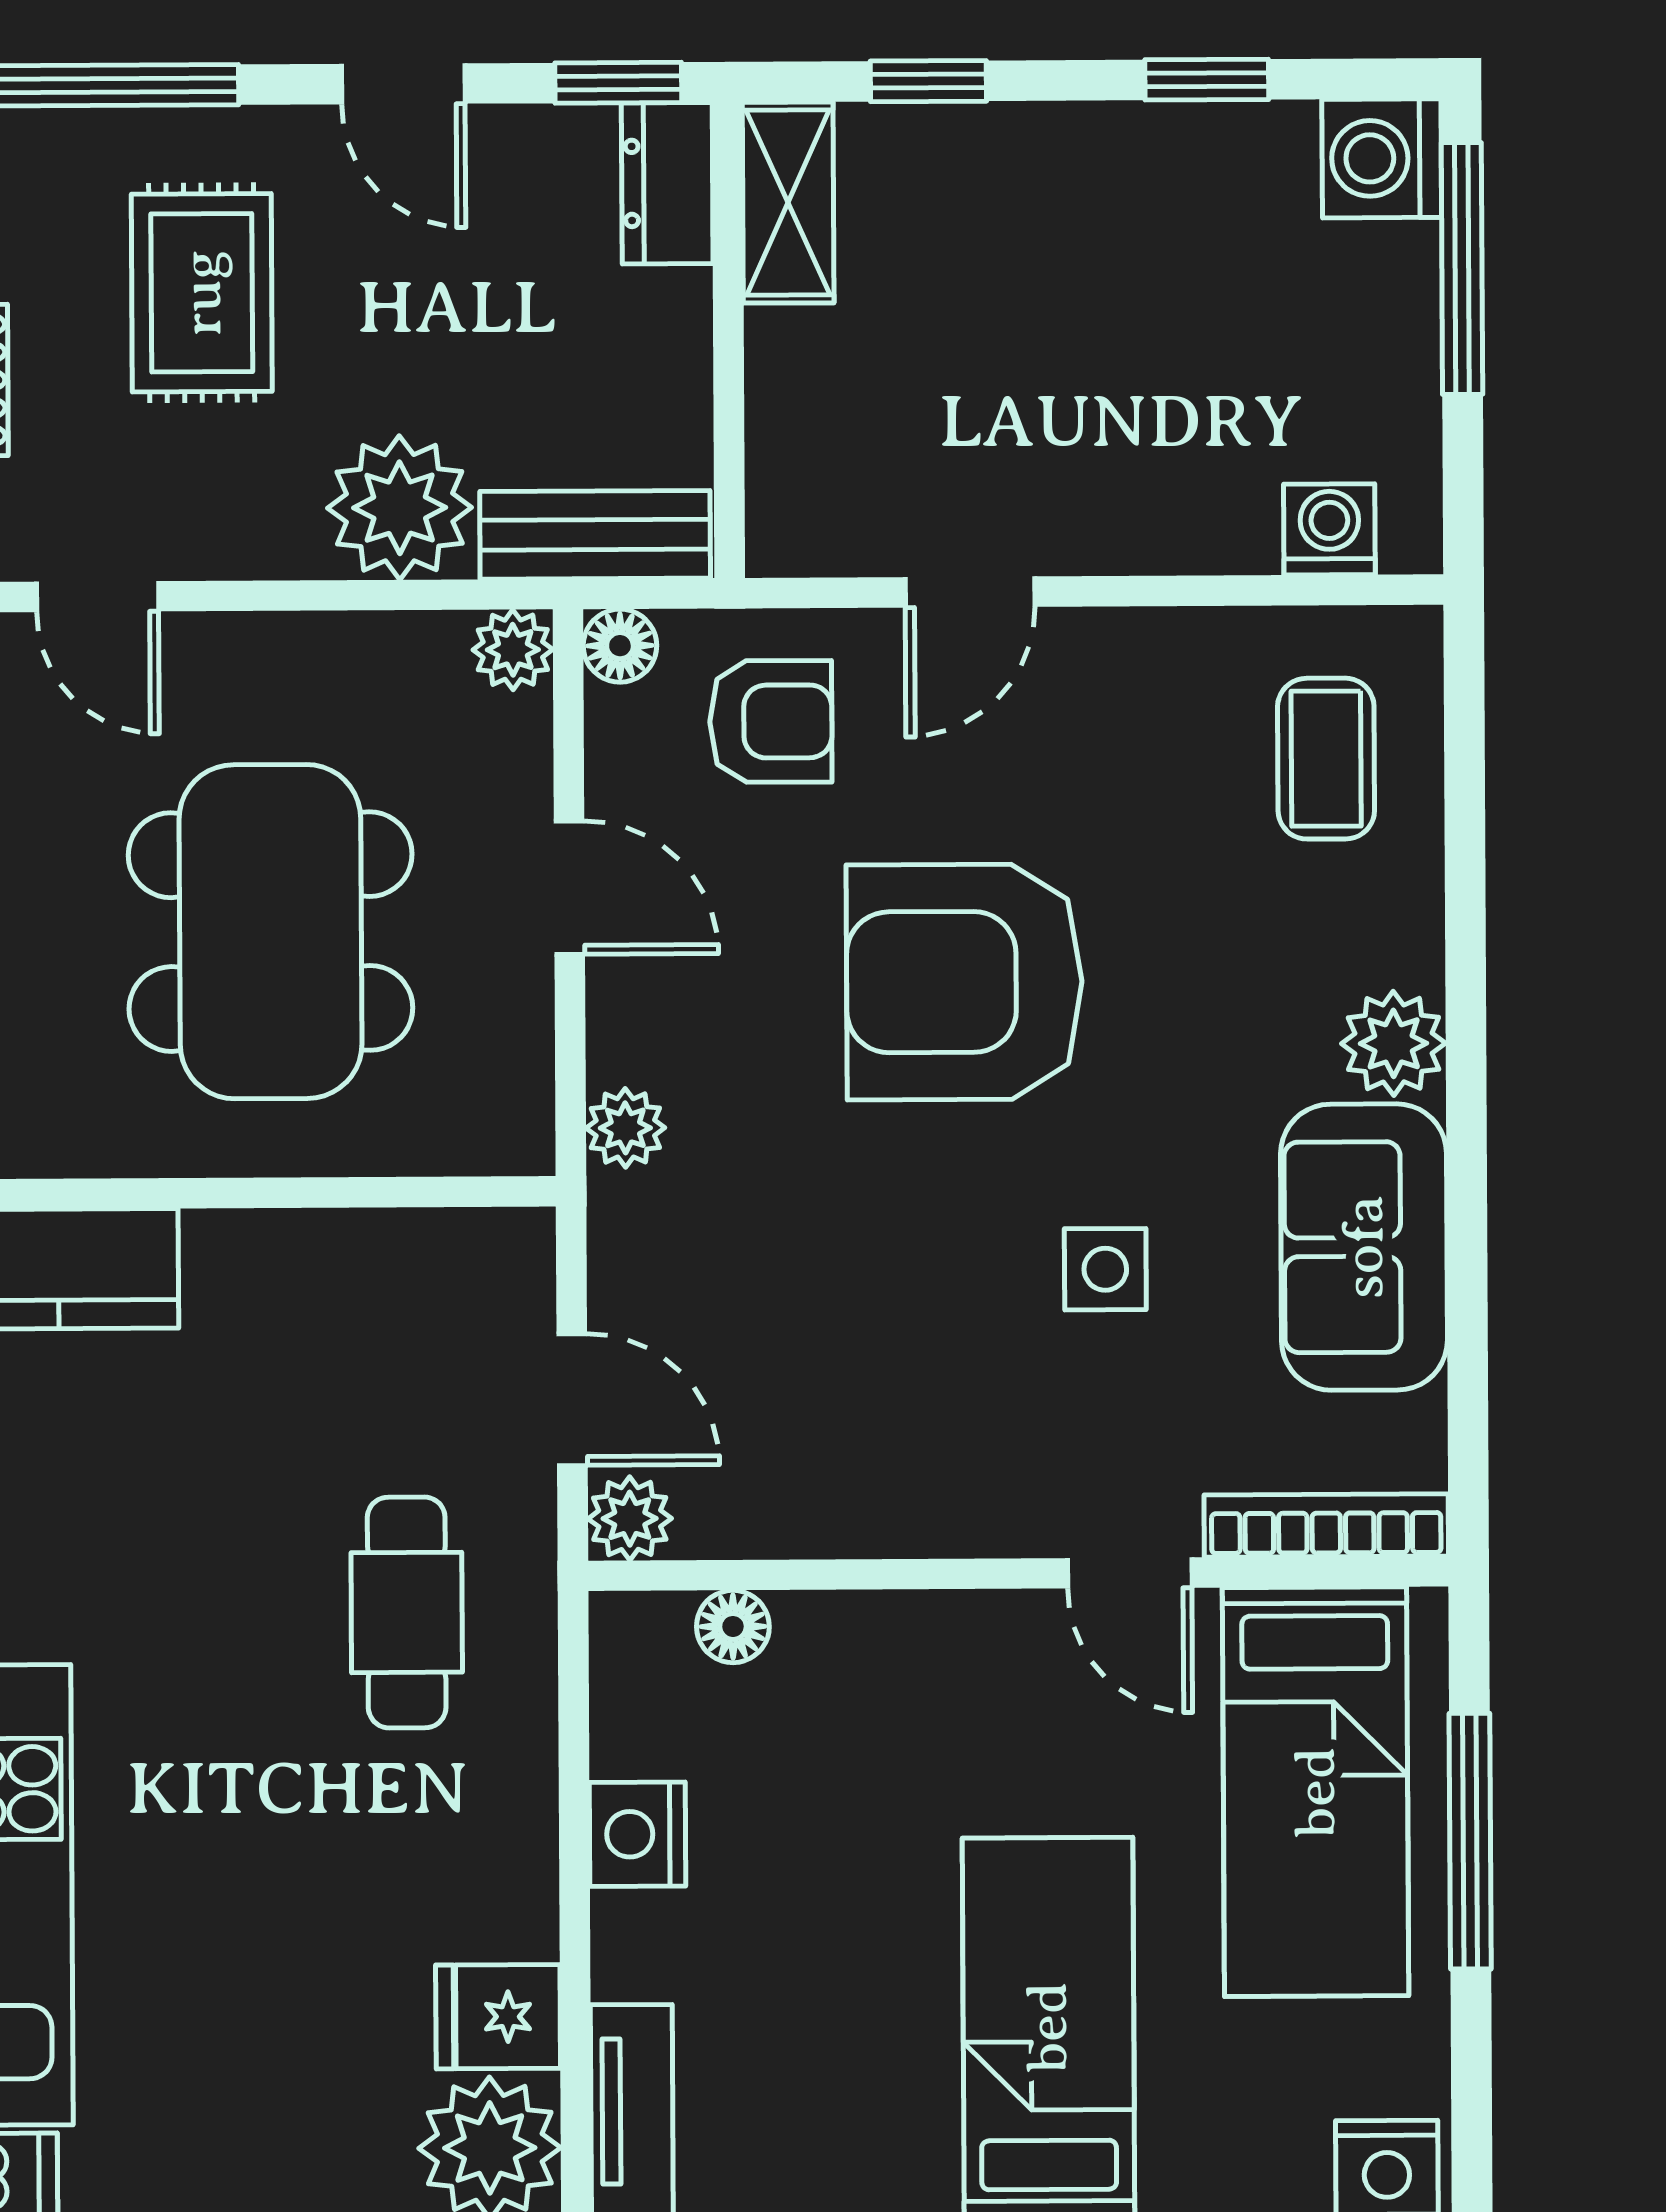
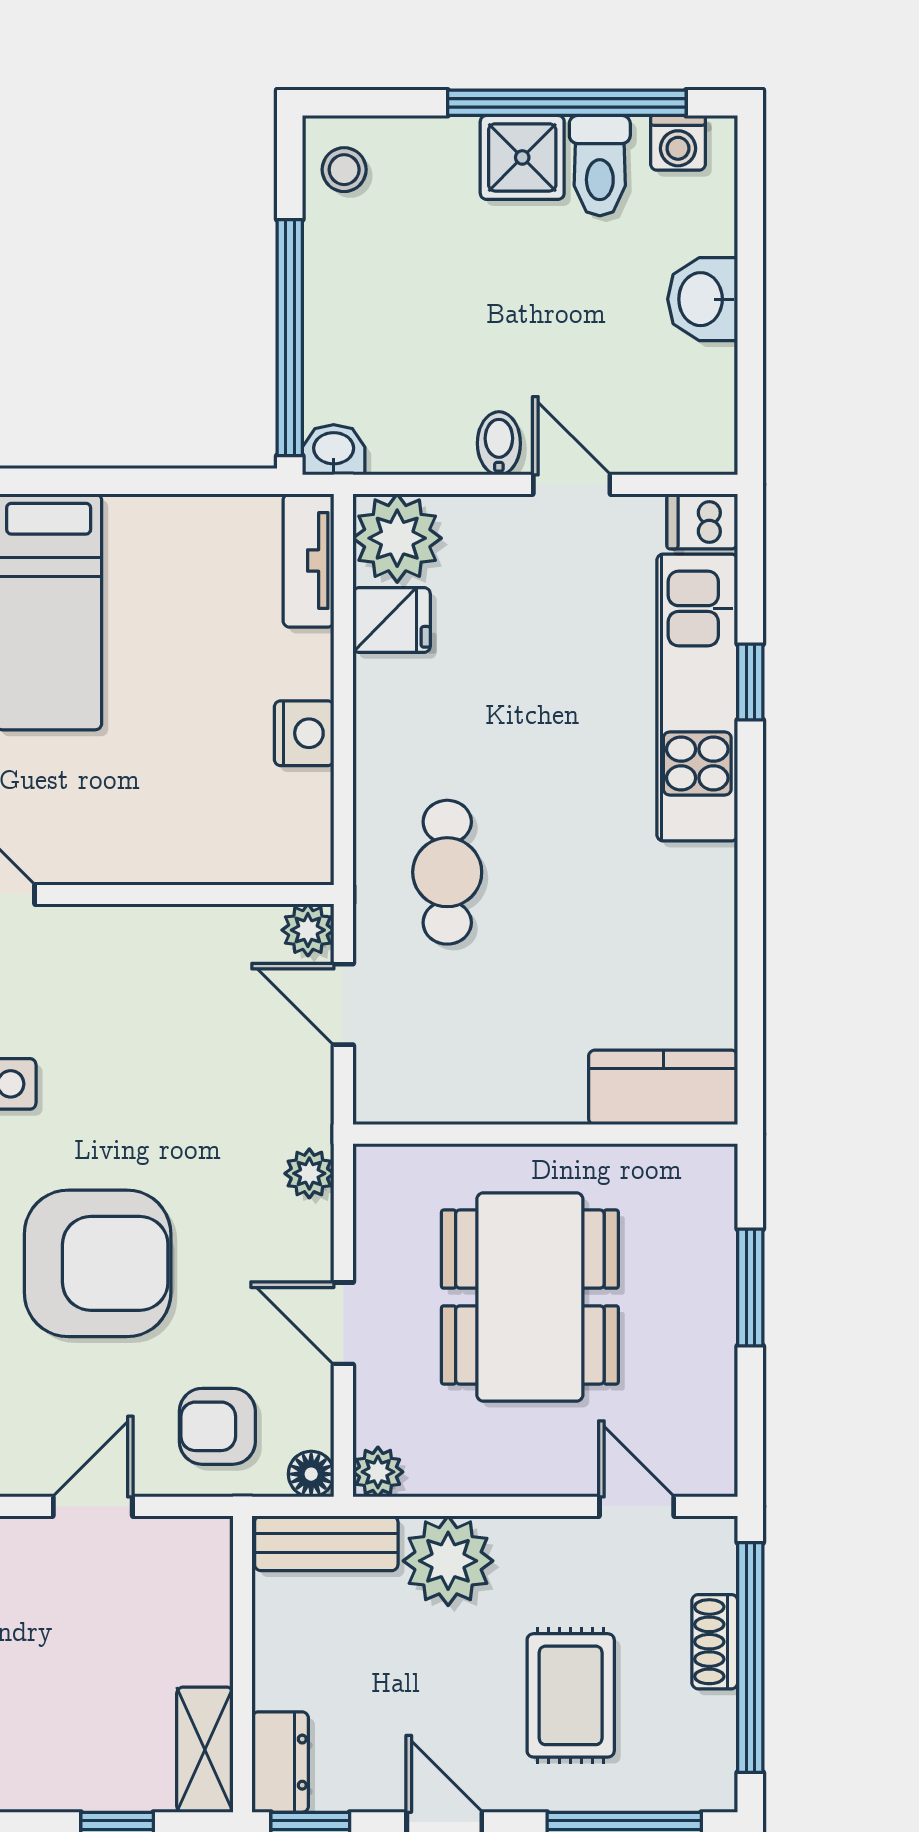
floor lamp: (733, 1626) -> (244, 862), removed

